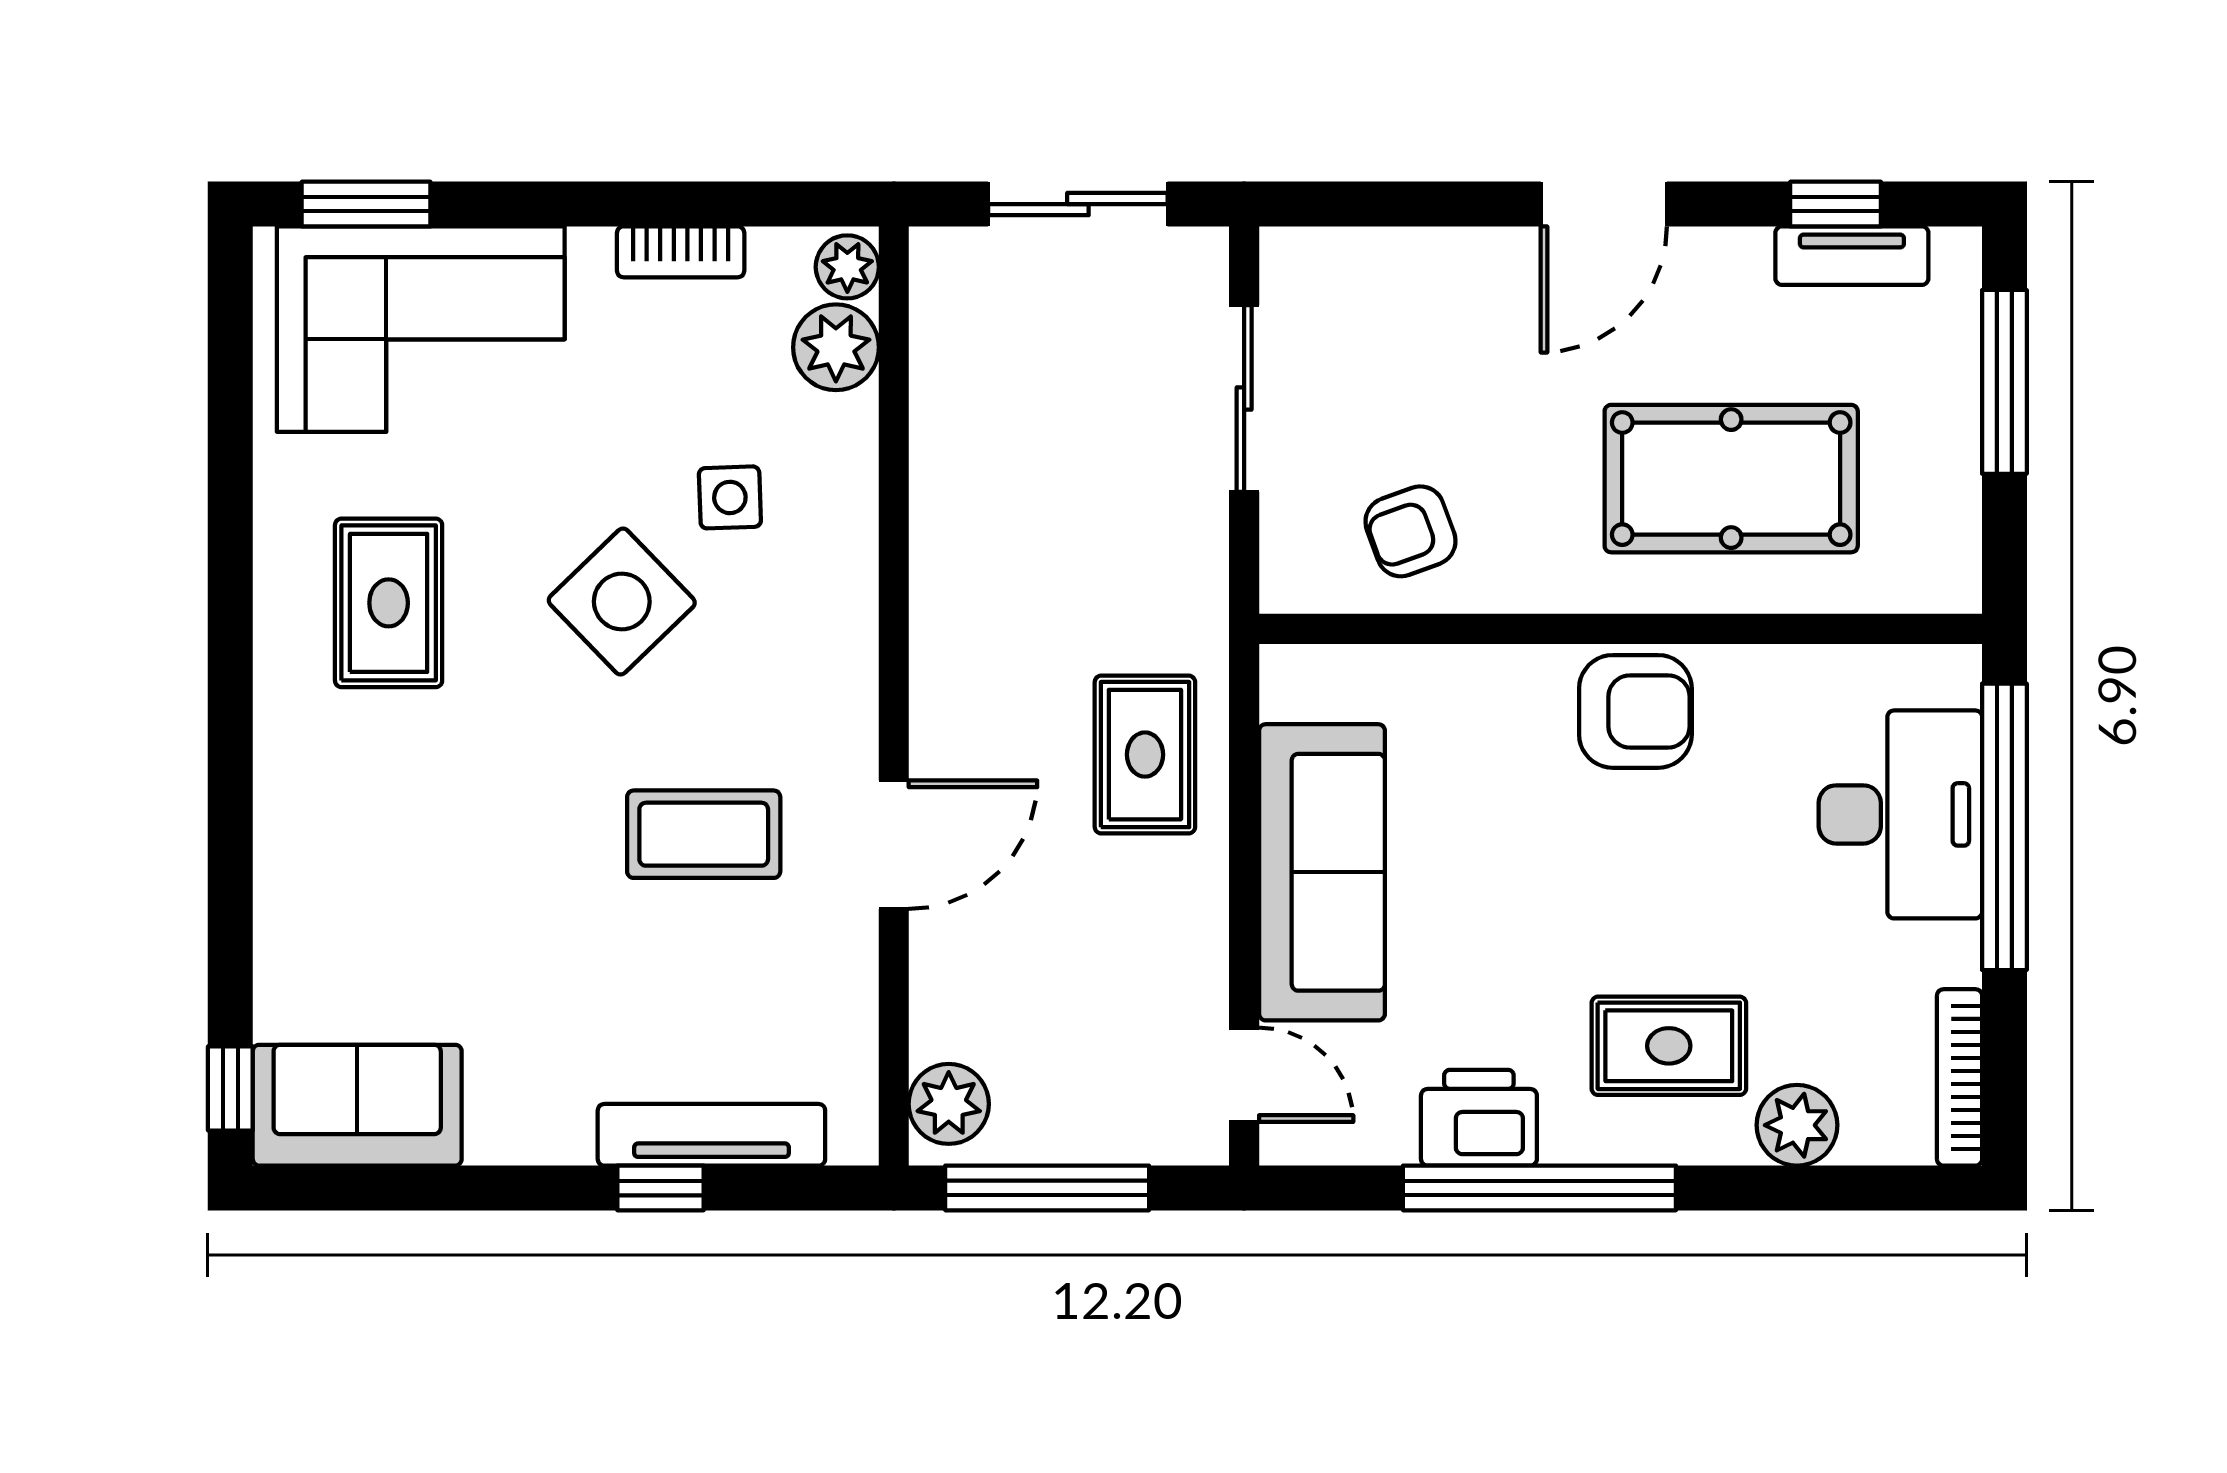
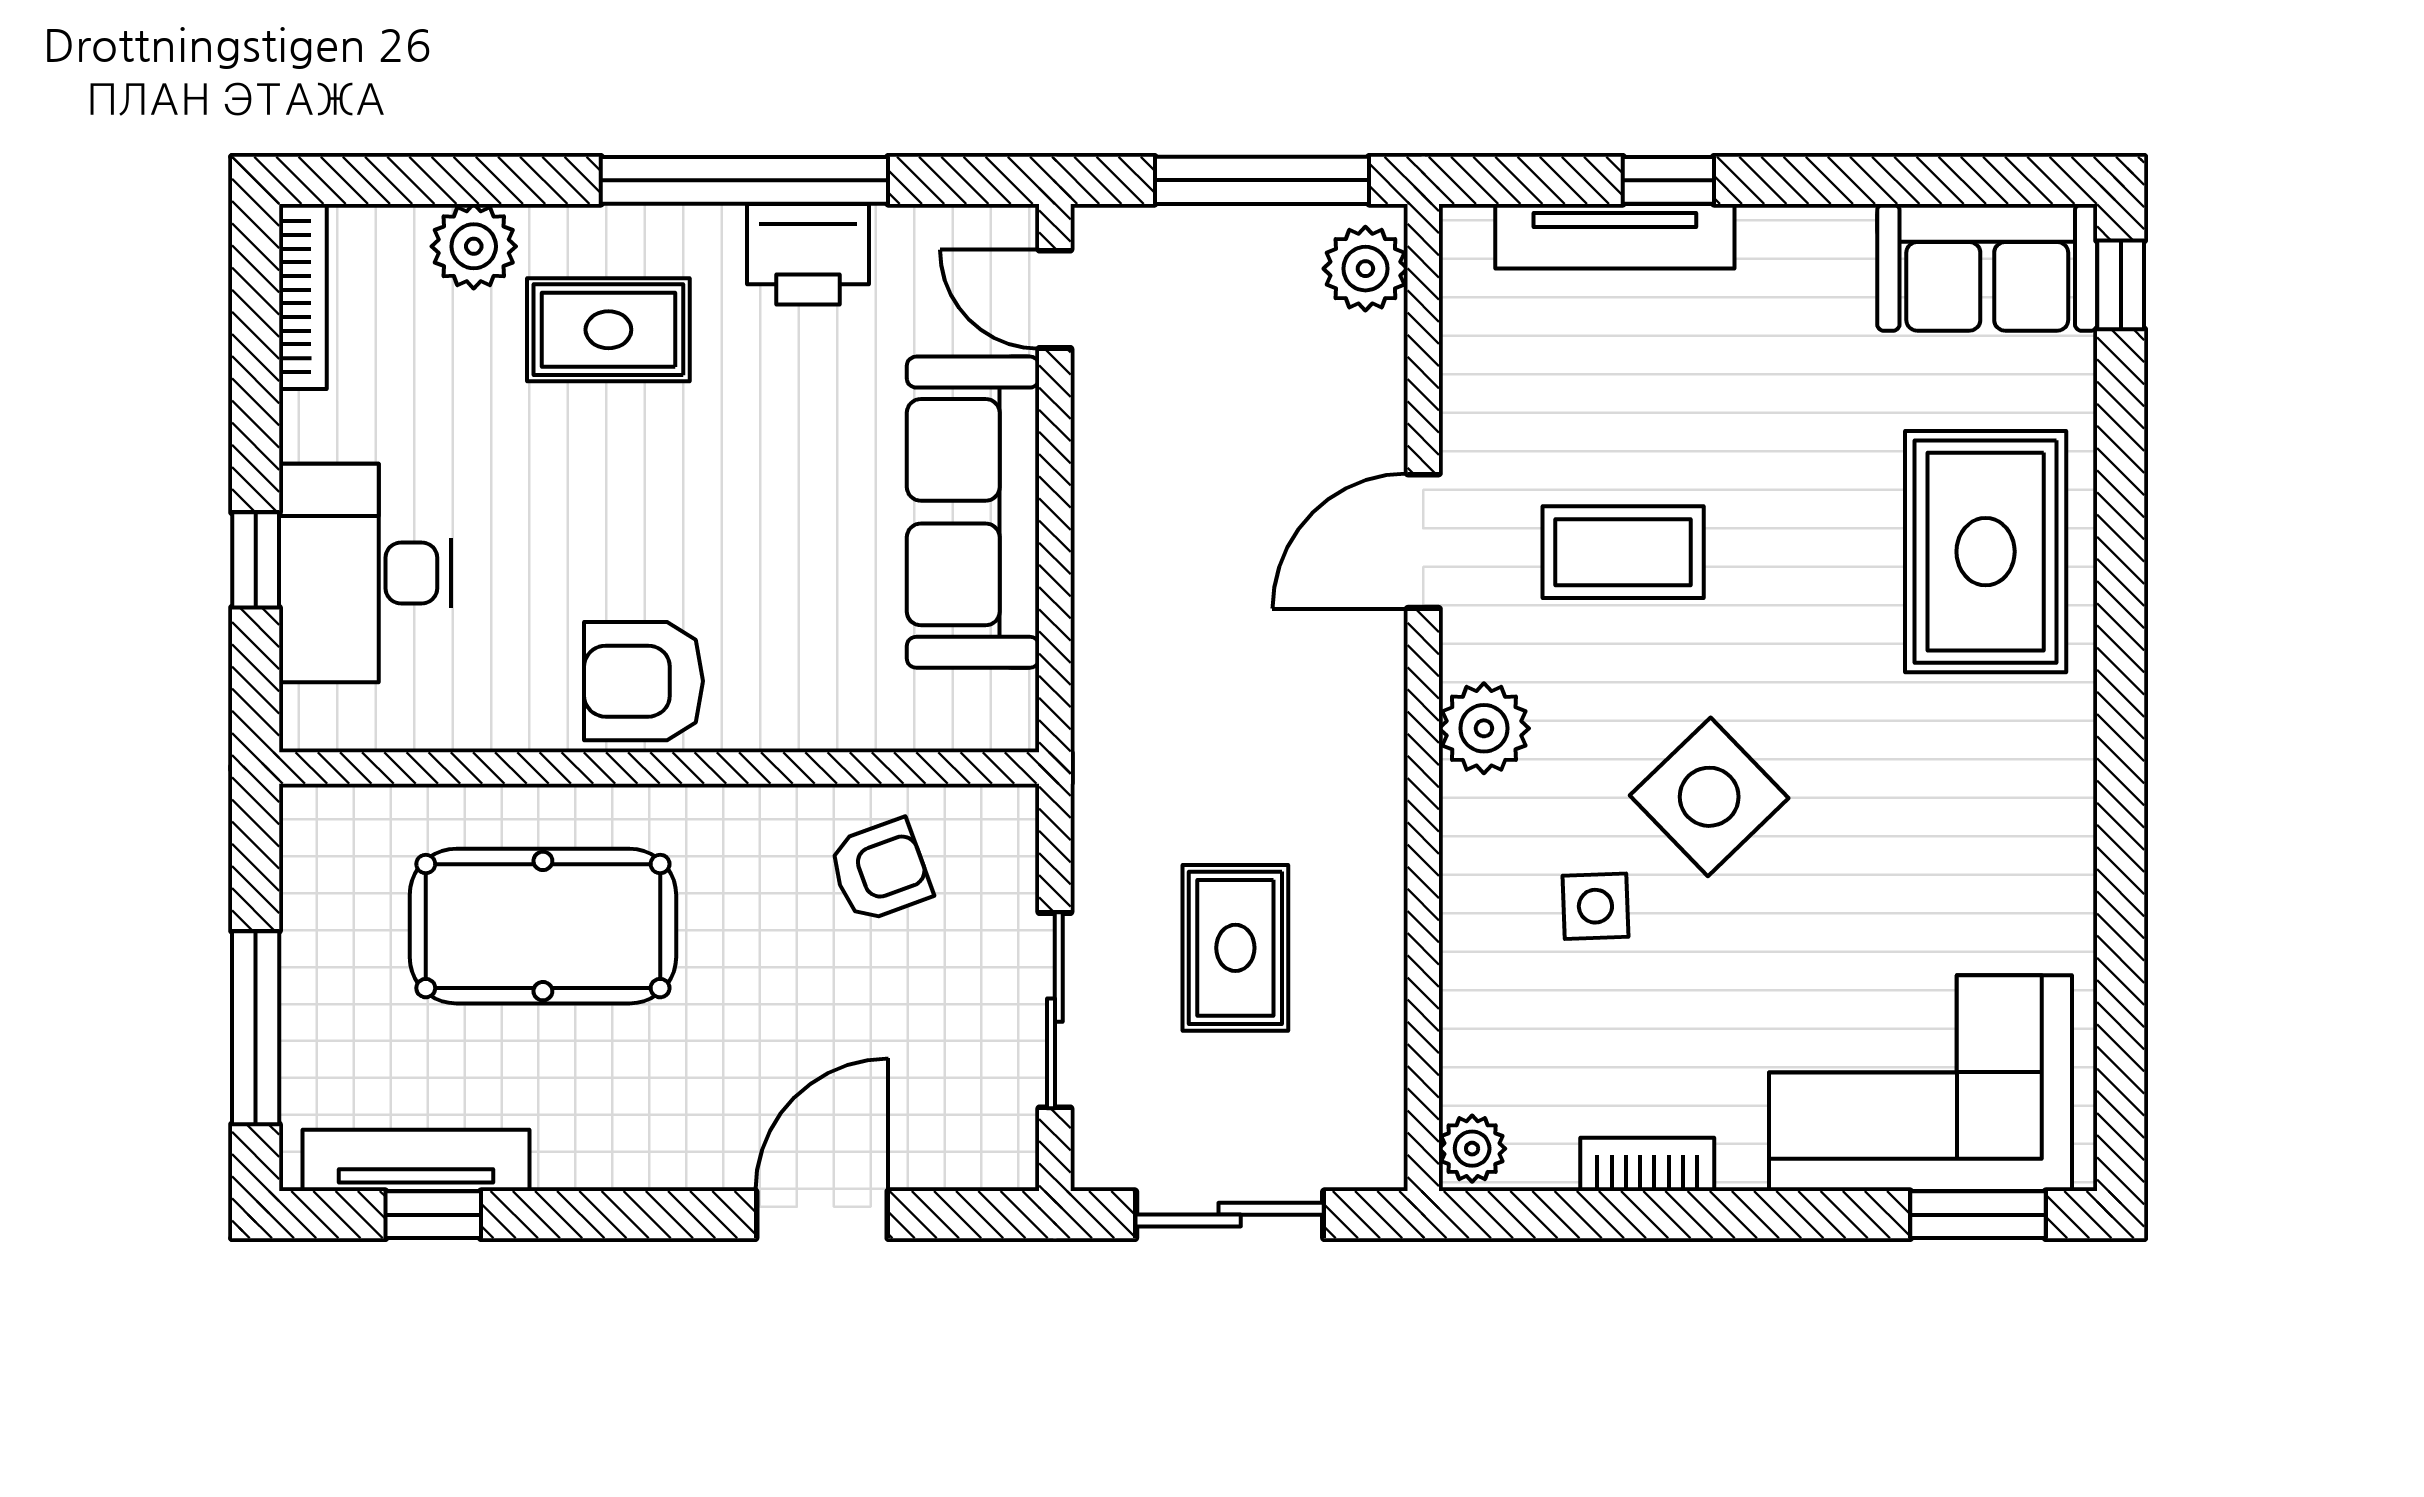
door: (1604, 204) -> (822, 1215), moved
tv unit: (1852, 256) -> (416, 1160), width x1.41
plant: (836, 347) -> (1484, 728), moved
rug: (389, 603) -> (1986, 552), moved, width x1.36, depth x1.43
rug: (1145, 755) -> (1235, 948), moved
window: (2004, 827) -> (256, 560), width x0.32

